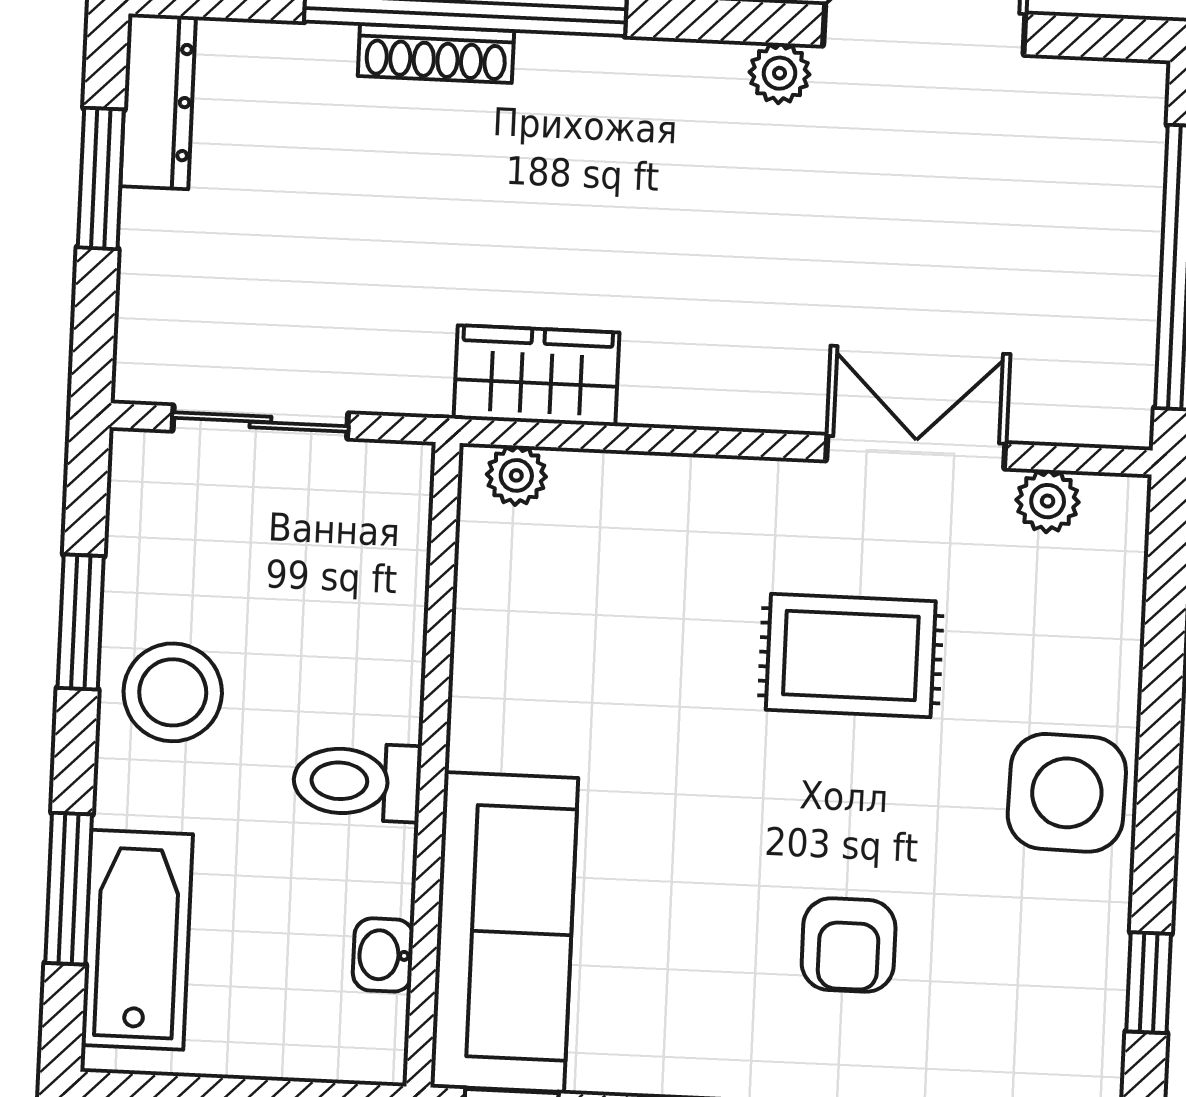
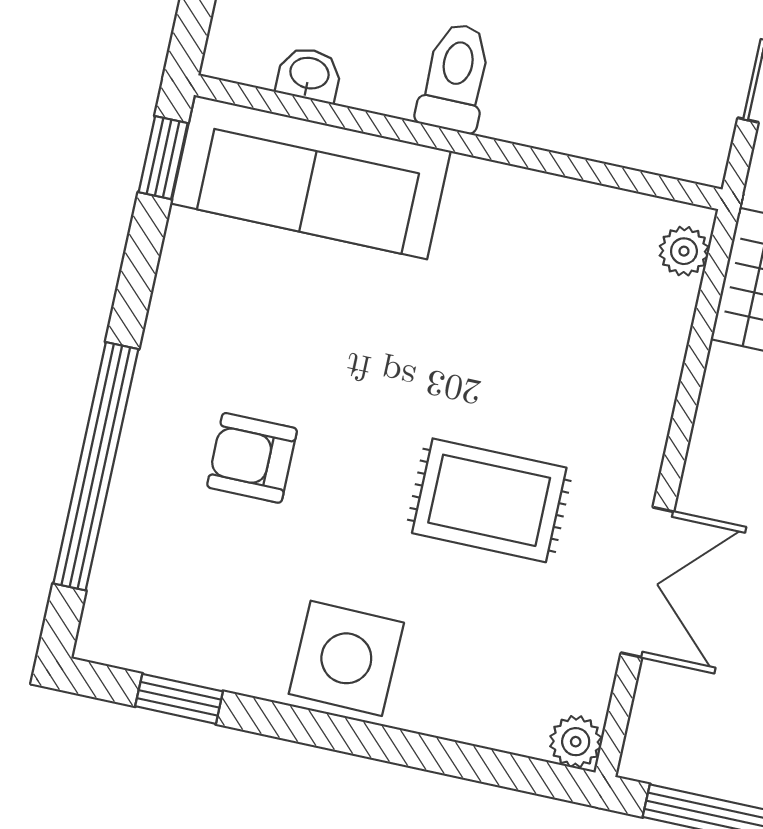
plant: (1048, 501) -> (576, 742), moved
rug: (851, 656) -> (489, 500), turned 90

